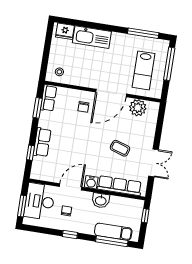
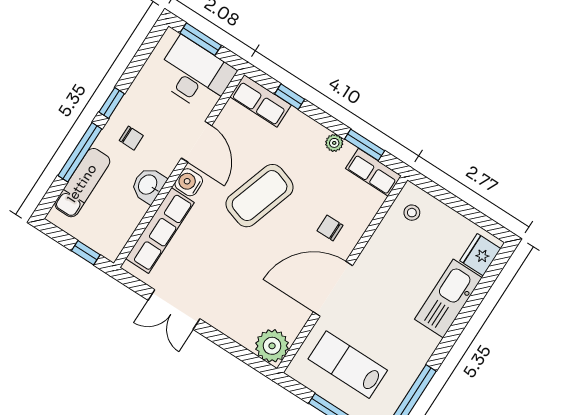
door: (111, 93) -> (333, 289), hinge flipped
plant: (138, 108) -> (272, 346), moved
plant: (43, 122) -> (334, 143), added
row of seats: (42, 142) -> (260, 101), moved
coffee table: (120, 148) -> (260, 196), moved, width x1.86, depth x1.72
chair: (66, 211) -> (131, 138), moved
window: (112, 241) -> (80, 152), moved

